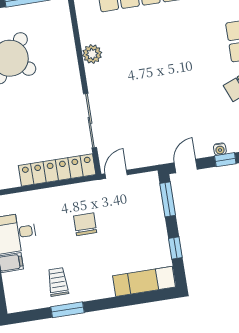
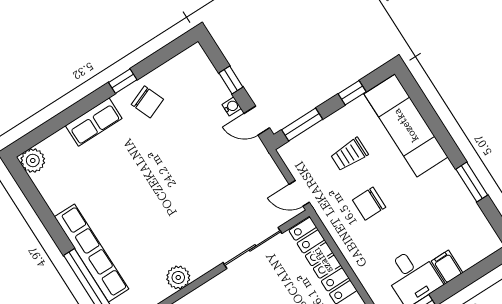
water cooler: (220, 149) -> (232, 106), moved
exam couch: (144, 281) -> (406, 125), width x1.36, depth x1.45
trolley: (58, 282) -> (349, 154), moved

